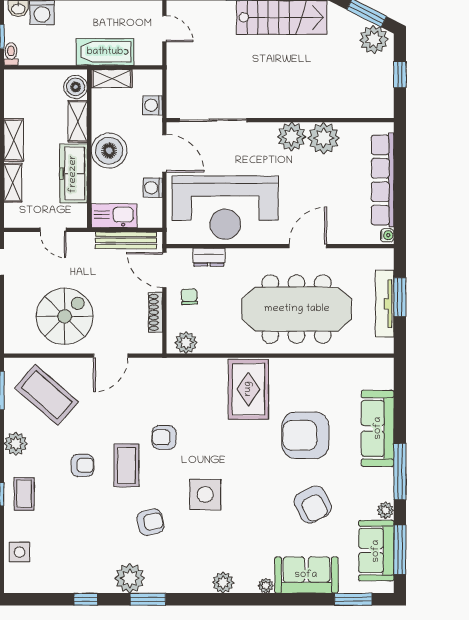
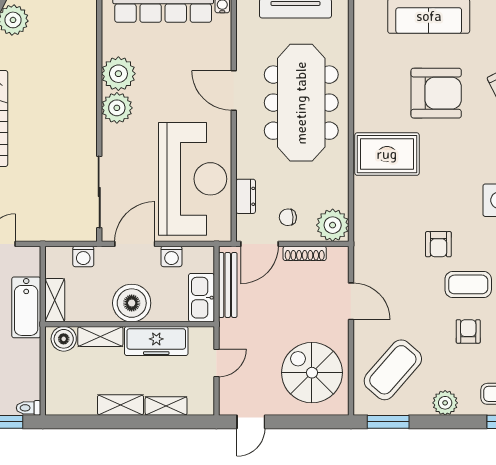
spiral stairs: (65, 316) -> (312, 373), moved
plant: (186, 343) -> (333, 225), width x1.36, depth x1.36
armchair: (305, 435) -> (436, 93), turned -90

